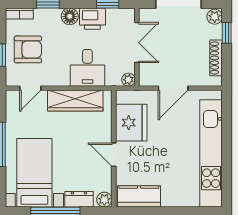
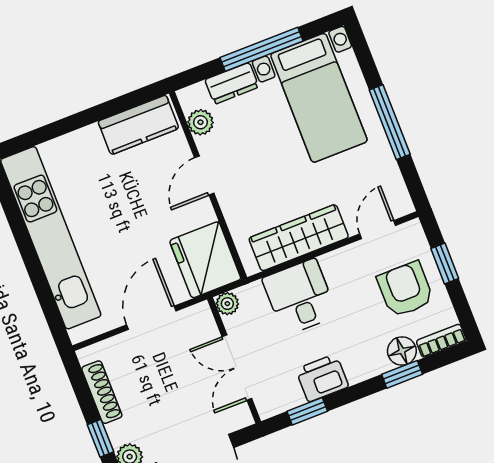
floor lamp: (70, 16) -> (402, 351), moved
armchair: (28, 49) -> (405, 289), turned 90
fridge: (131, 123) -> (205, 260), moved
door: (114, 155) -> (204, 176), swing flipped
plant: (104, 200) -> (201, 122), moved

